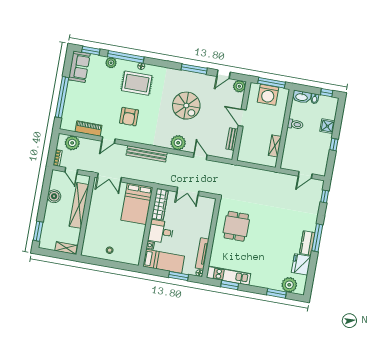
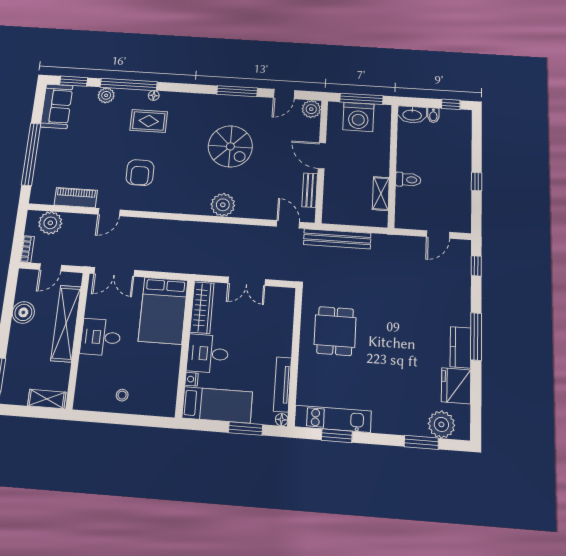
rug: (137, 83) -> (149, 121), width x0.73, depth x0.70
toilet: (295, 124) -> (408, 180), moved
shower: (327, 126) -> (461, 154), removed
bench: (147, 154) -> (337, 239), moved
door: (200, 156) -> (288, 224), moved
door: (71, 171) -> (50, 267), hinge flipped
desk: (99, 216) -> (101, 337), added

